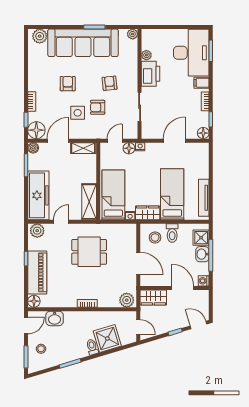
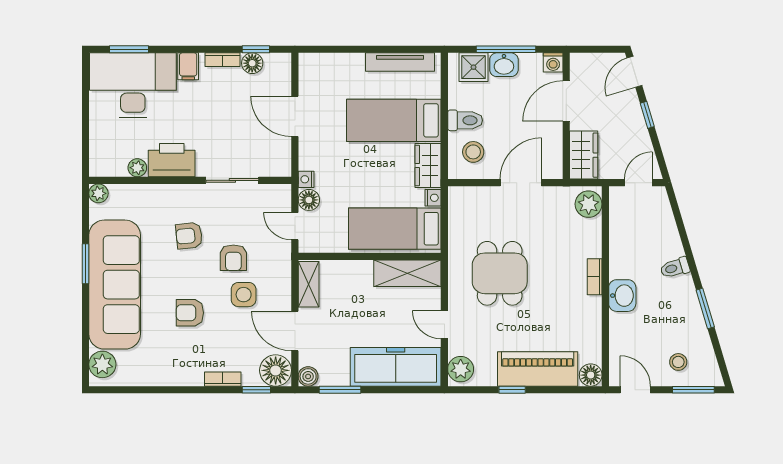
floor lamp: (203, 133) -> (252, 63), moved
washbasin: (55, 318) -> (622, 296), moved
shower: (107, 338) -> (659, 240), removed

